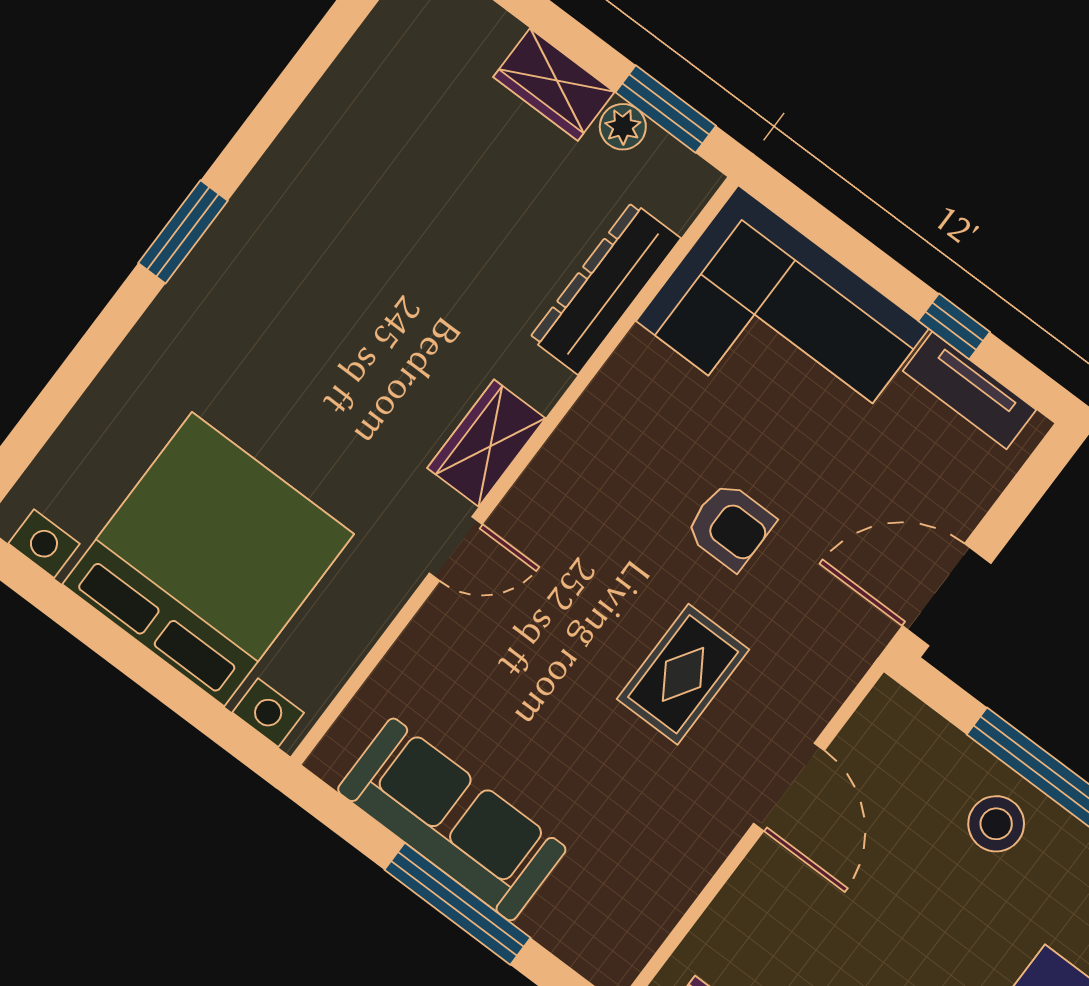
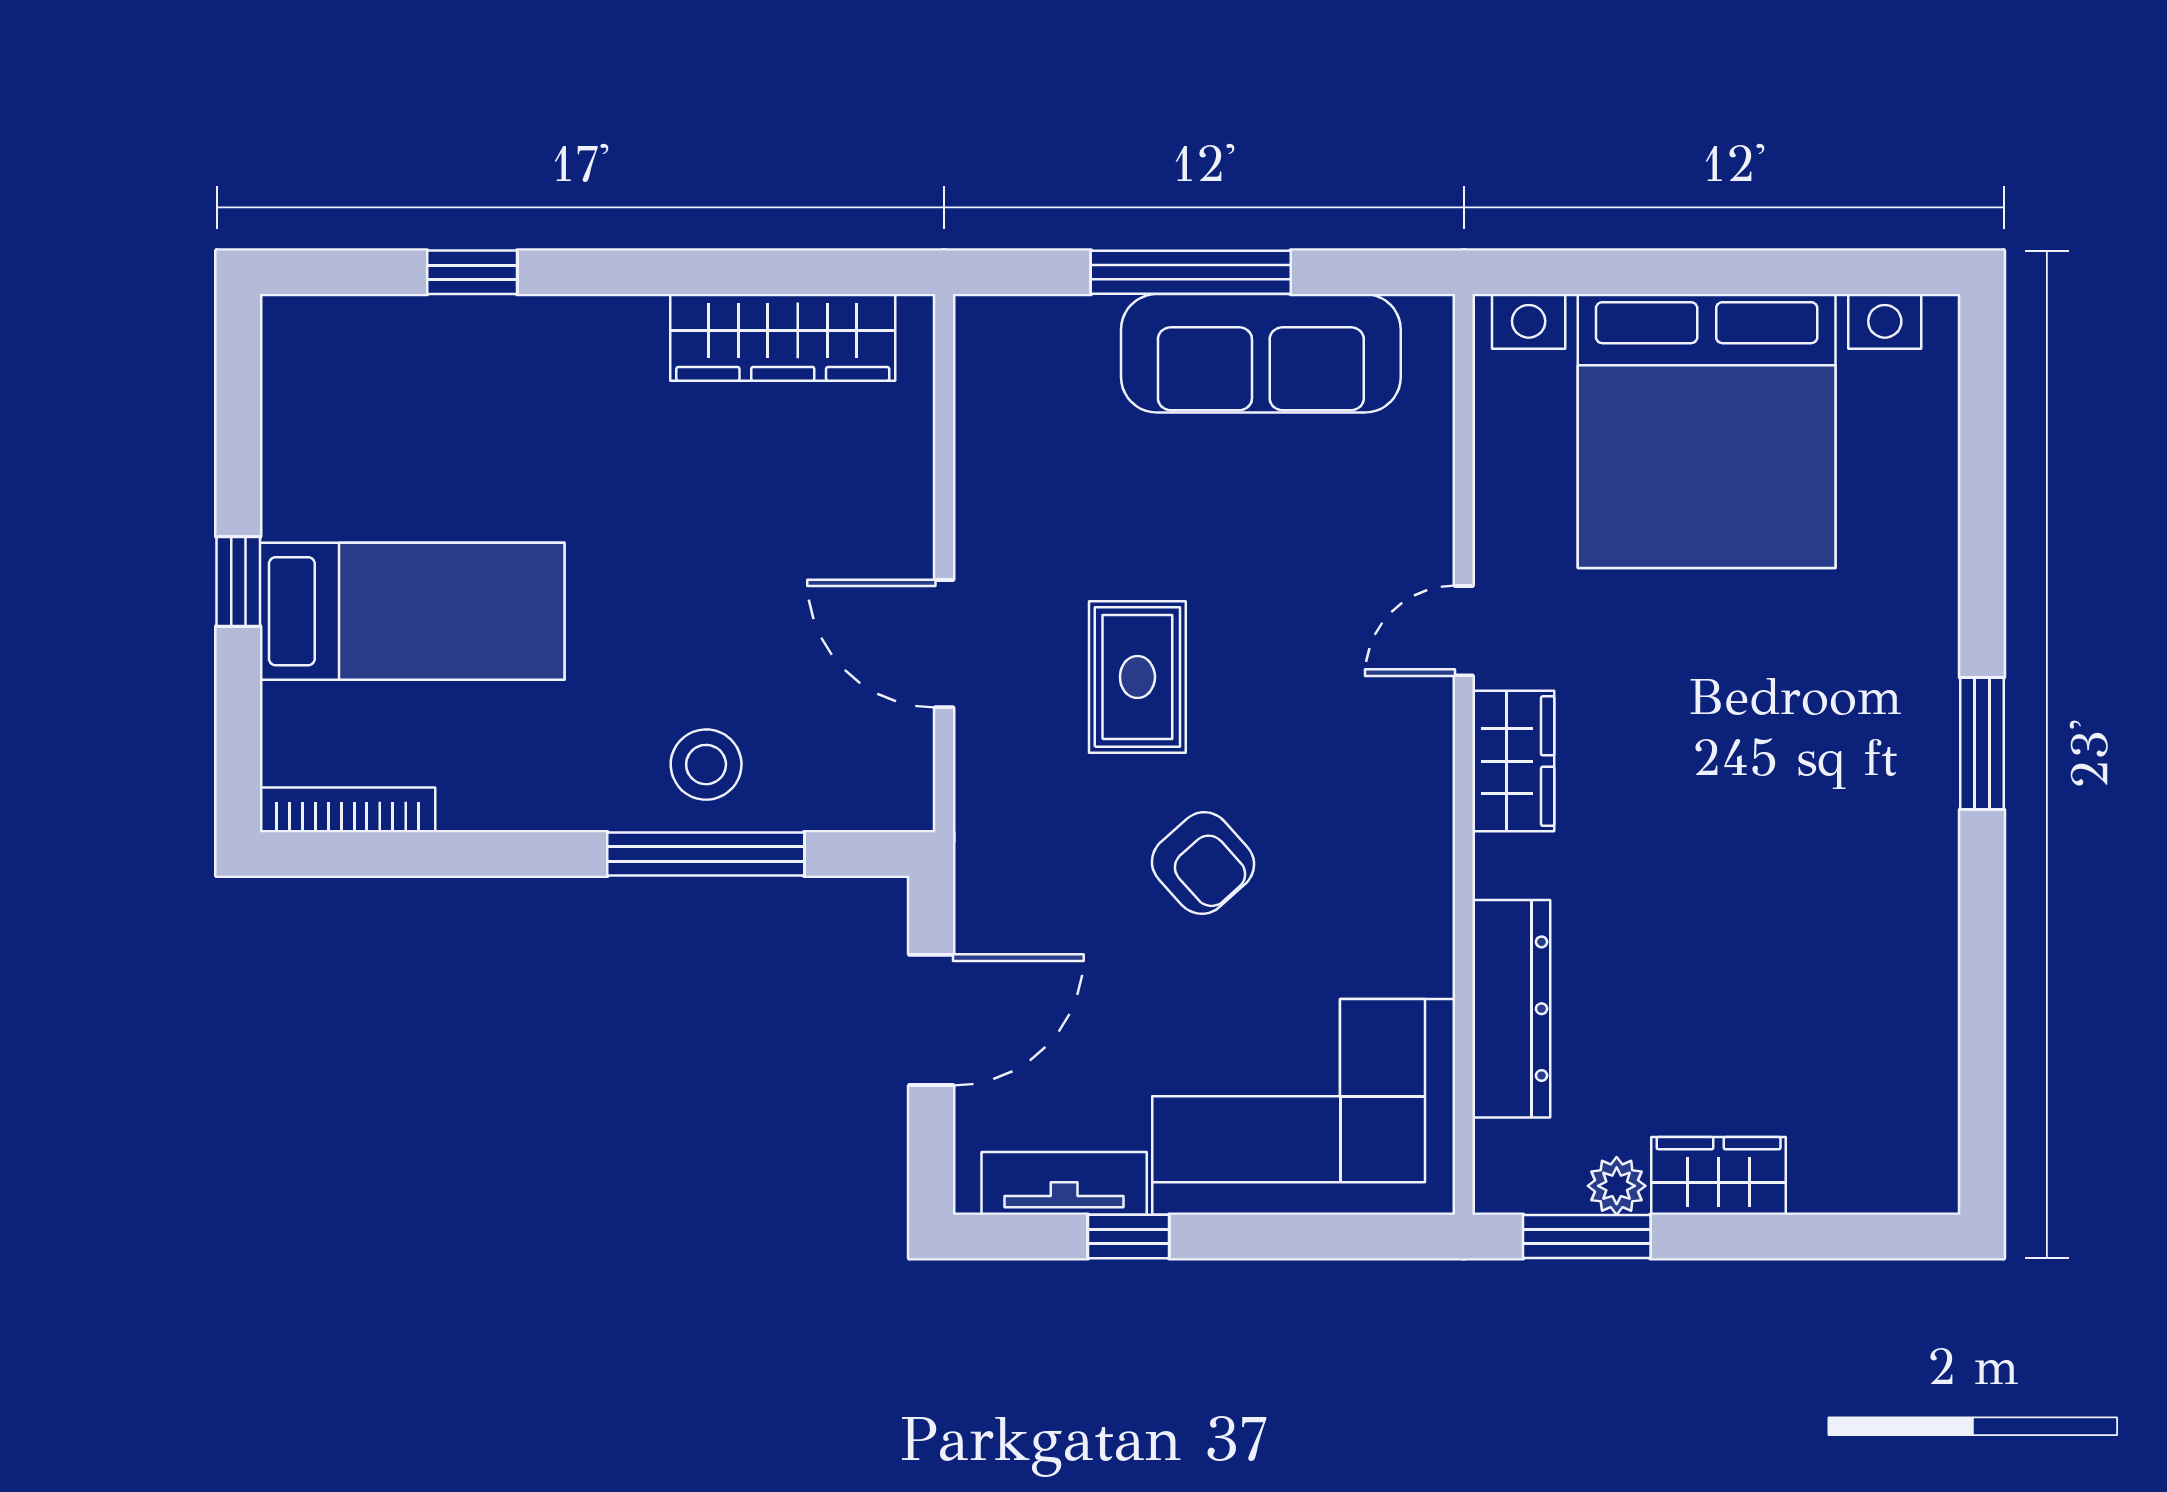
armchair: (730, 526) -> (1203, 863), turned -132
door: (947, 595) -> (931, 1020), moved

